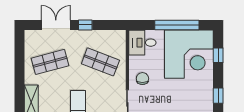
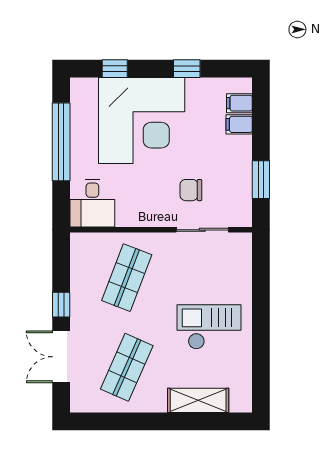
corner desk: (189, 54) -> (142, 120), moved, turned 90
shop shelf: (50, 62) -> (127, 367), turned 39
chair: (142, 79) -> (191, 190), moved

